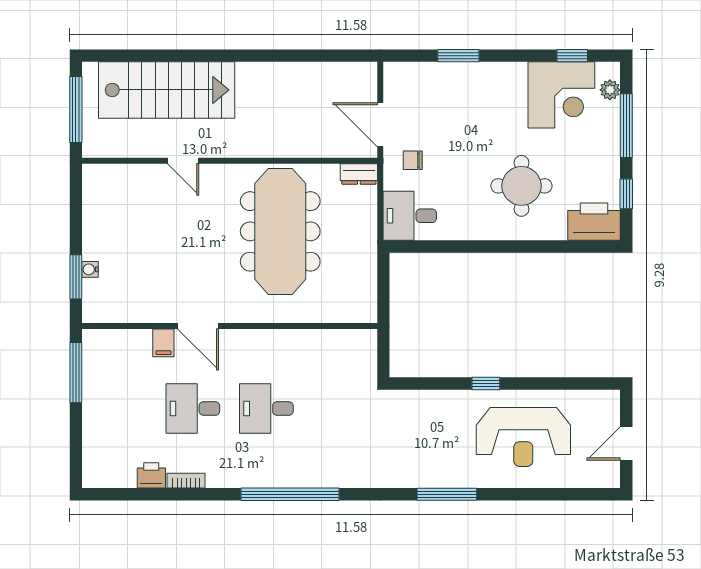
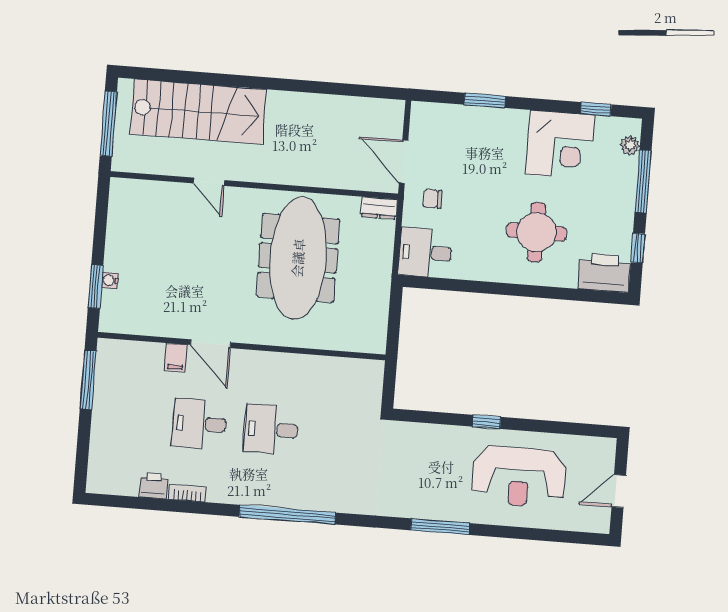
corner desk: (561, 95) -> (560, 145), moved

